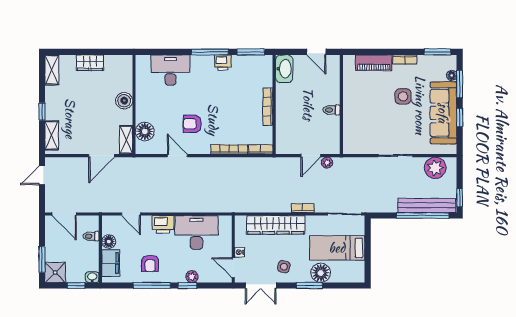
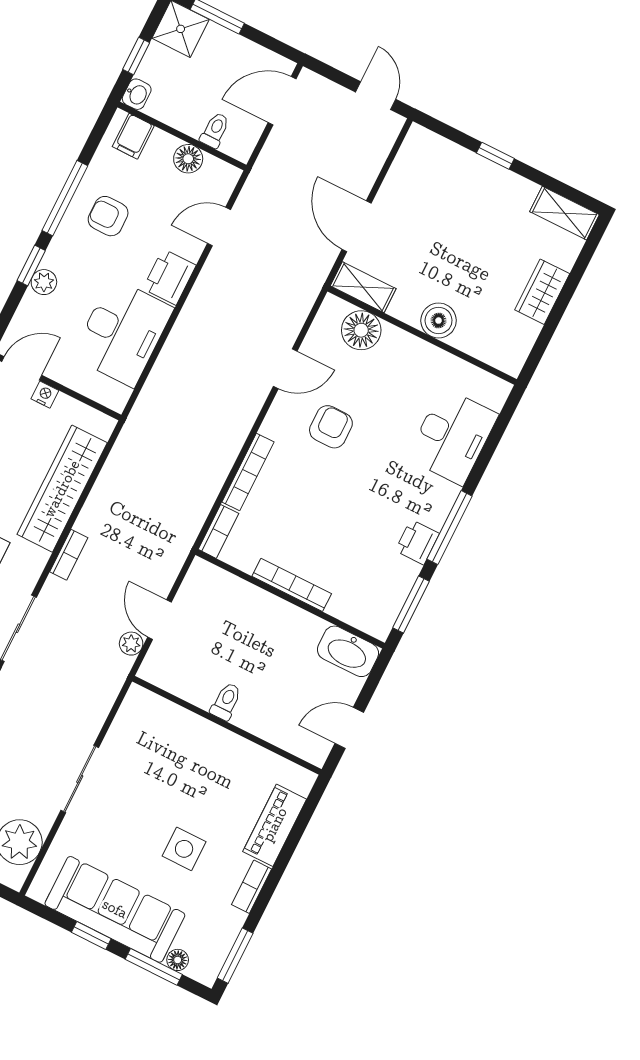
shelving: (52, 135) -> (442, 151), removed
filing cabinet: (111, 263) -> (133, 136), width x0.50

